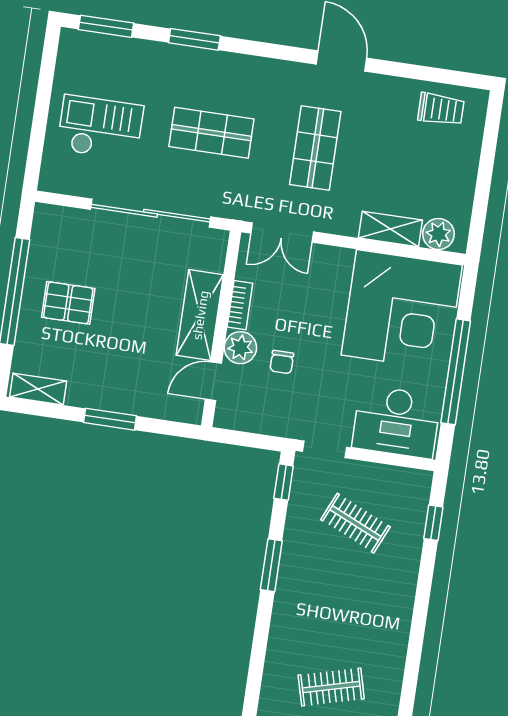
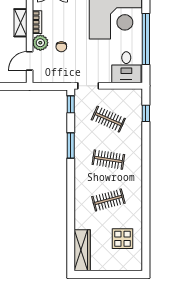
shelving: (200, 315) -> (21, 23), width x0.67, depth x0.75
desk: (396, 422) -> (126, 67), width x0.73
clothes rail: (343, 605) -> (108, 160), added

